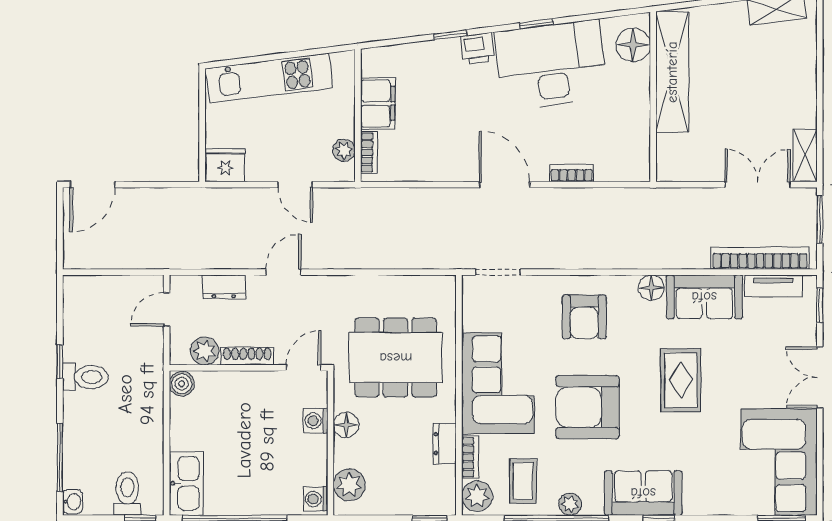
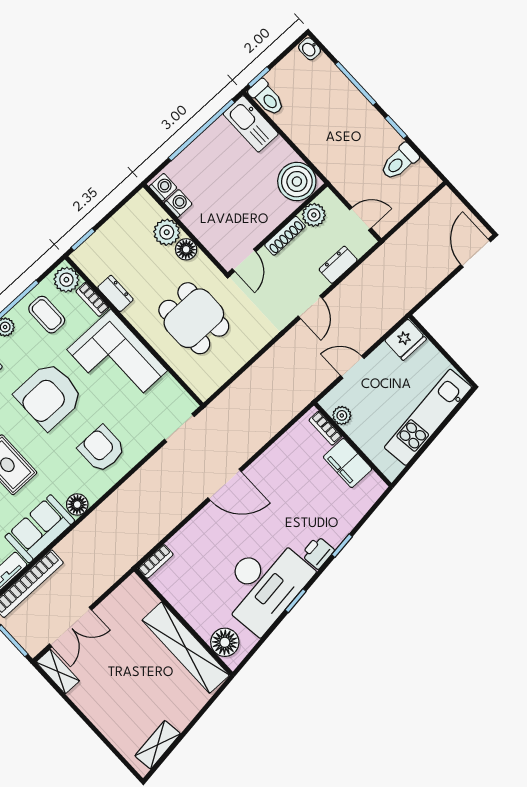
bookcase: (572, 173) -> (156, 561), moved
door: (167, 309) -> (360, 219), hinge flipped
dining table: (396, 358) -> (194, 318), width x0.73
toilet: (85, 377) -> (399, 162), moved
boiler: (182, 384) -> (297, 182), width x1.86, depth x1.86
armchair: (587, 407) -> (49, 396), turned 180
washing machine: (315, 421) -> (178, 203), moved
window: (60, 457) -> (356, 83), moved
plant: (349, 485) -> (167, 232), moved
toilet: (127, 493) -> (267, 98), moved

